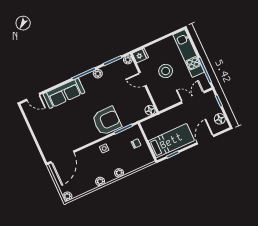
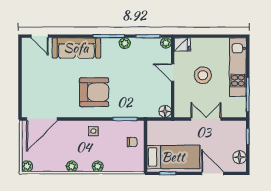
double door: (193, 97) -> (206, 119), moved
armchair: (107, 121) -> (94, 92), moved
door: (205, 140) -> (213, 173), hinge flipped

